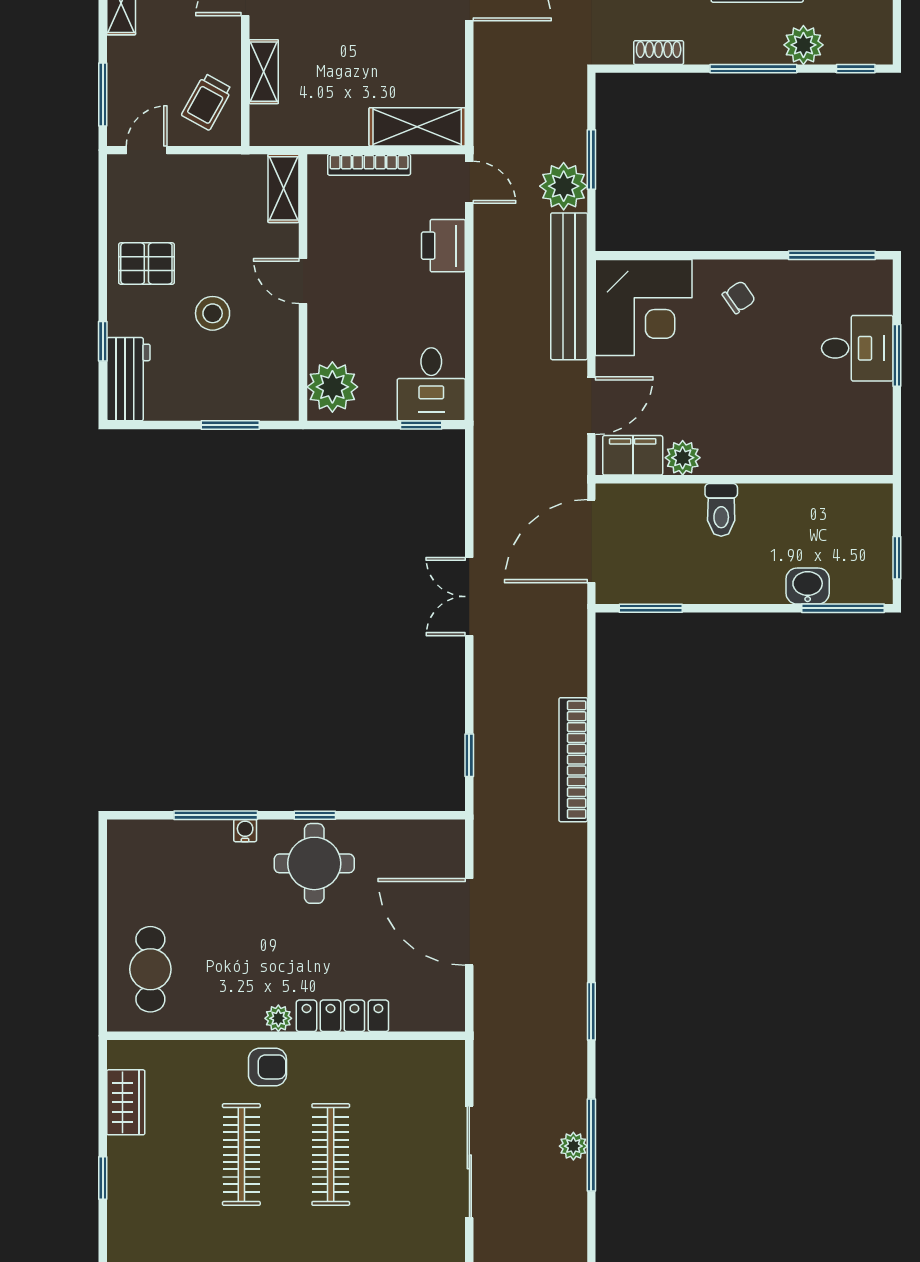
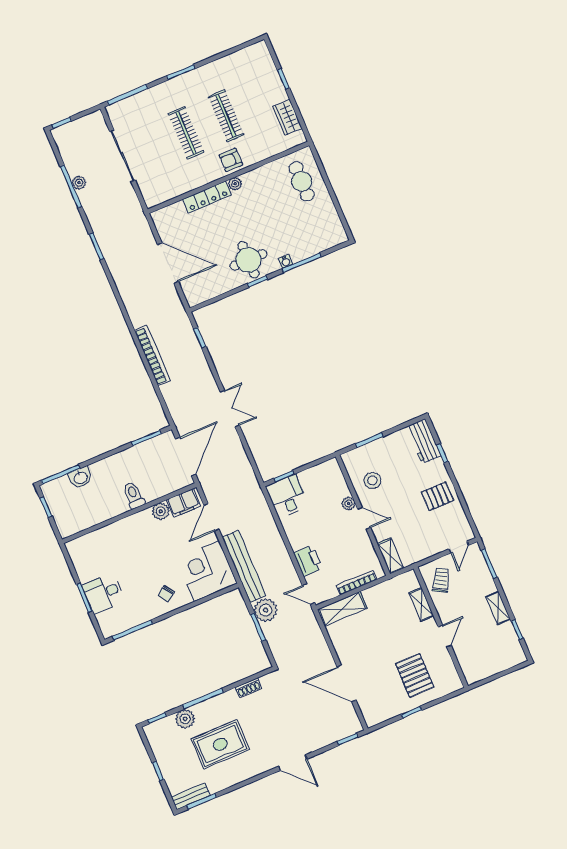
stool: (213, 313) -> (372, 480), moved
plant: (332, 387) -> (349, 504), moved, width x0.53, depth x0.53

